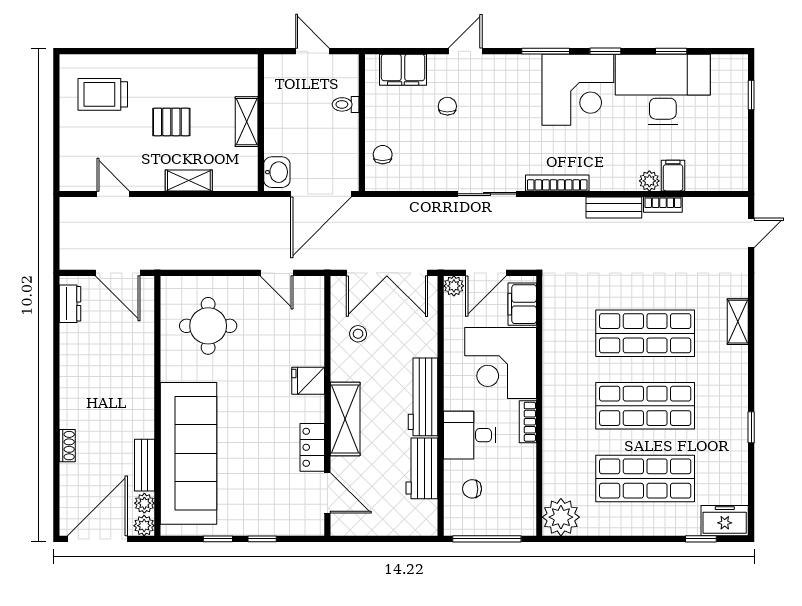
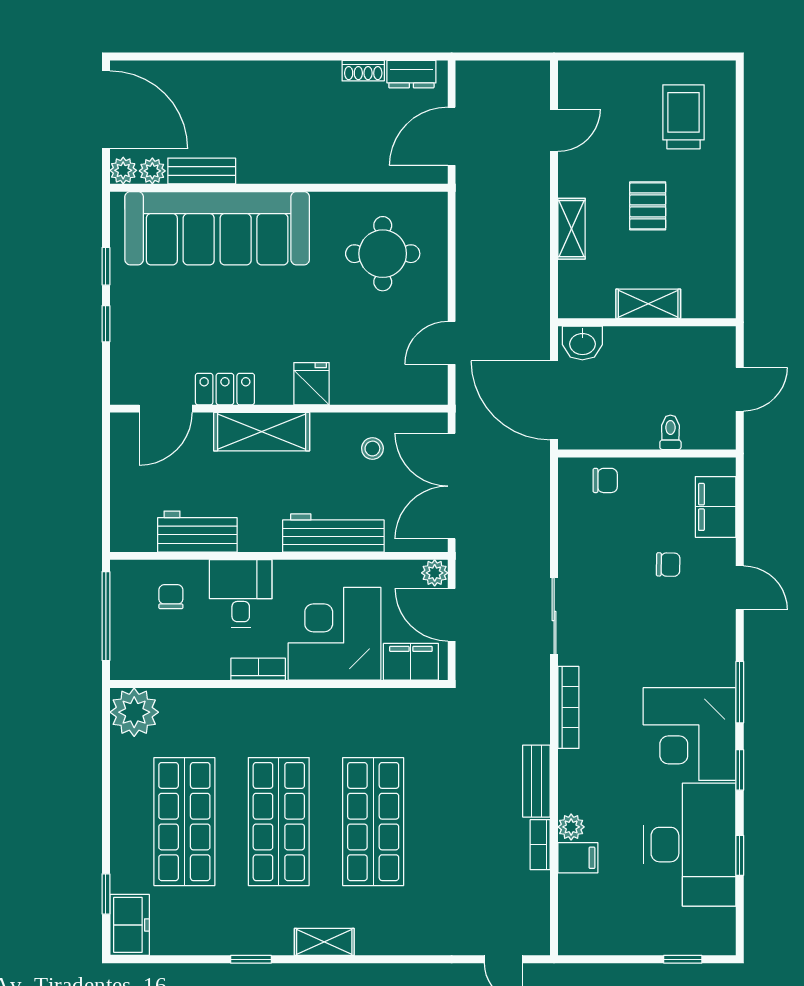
shelving: (738, 322) -> (324, 942), moved
workbench: (423, 397) -> (333, 533), moved
shoe rack: (67, 446) -> (363, 71), moved

